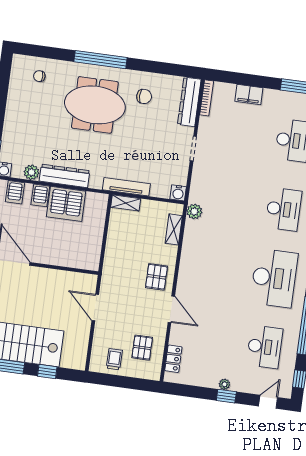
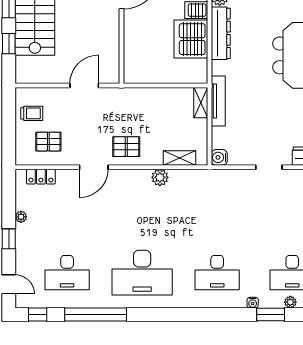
plant: (194, 211) -> (160, 177), moved
plant: (224, 384) -> (21, 217), moved

